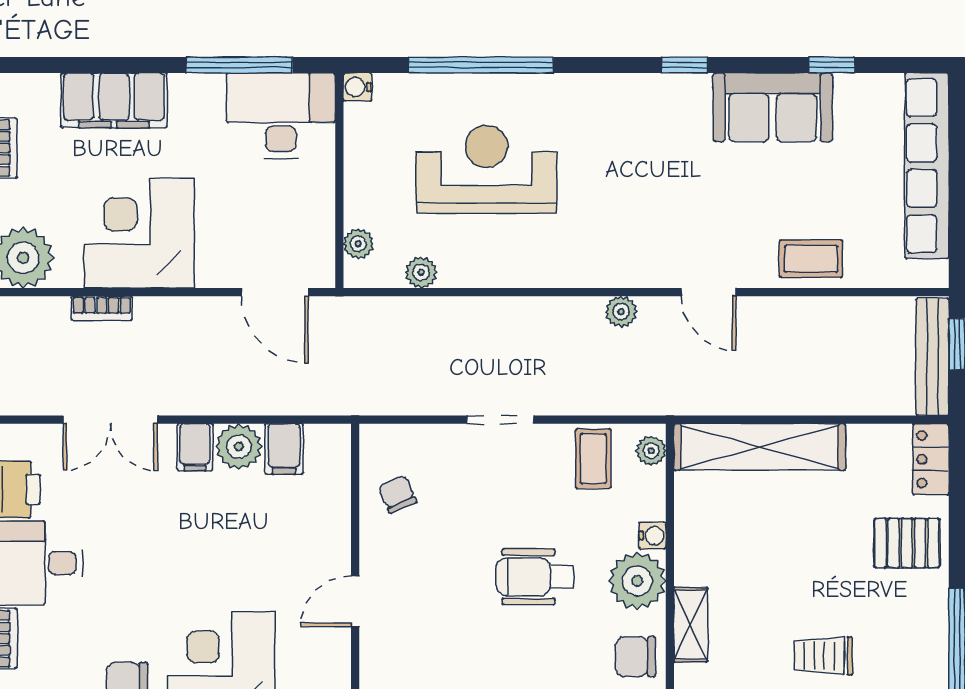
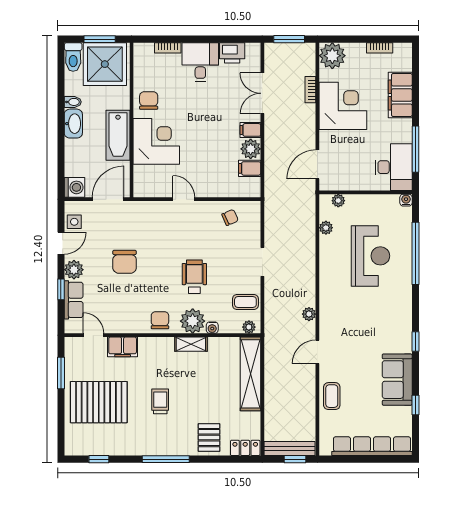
shelving: (691, 625) -> (191, 344), moved

